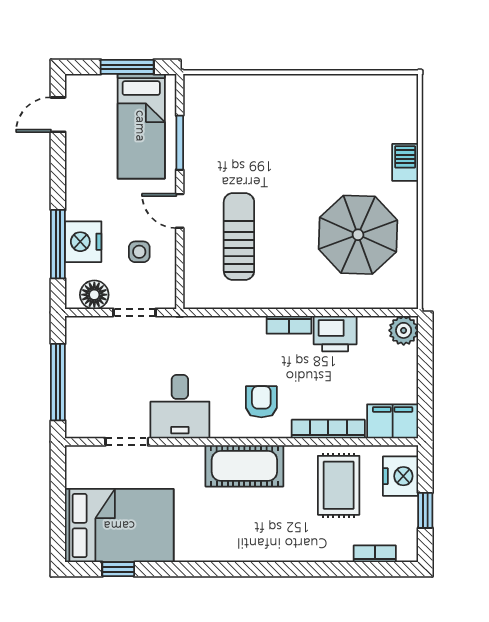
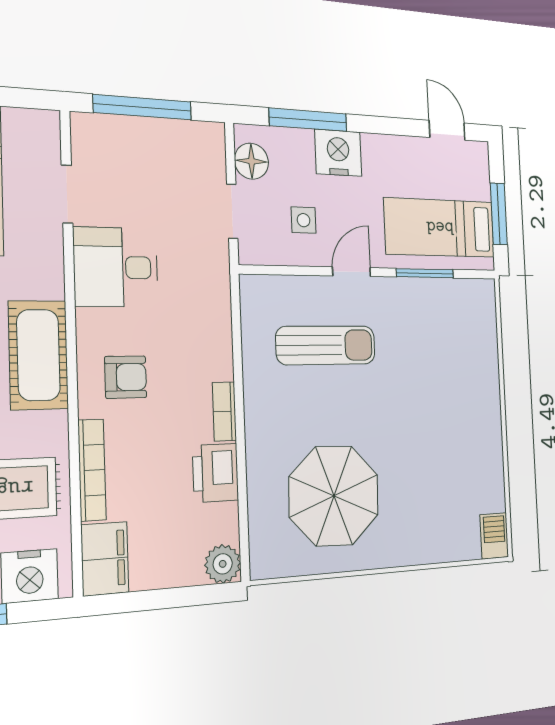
barbecue: (405, 162) -> (494, 536), moved, turned -90
nightstand: (83, 242) -> (338, 153), moved

